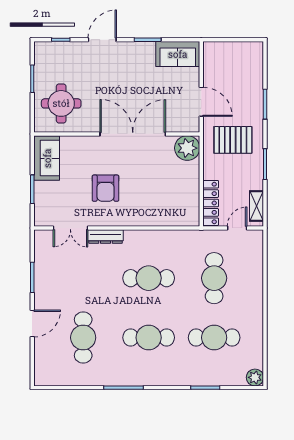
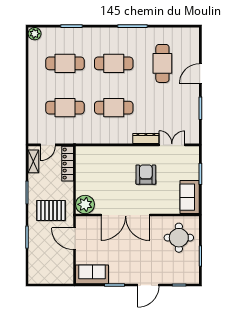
cafe table: (214, 278) -> (65, 108), turned 90

